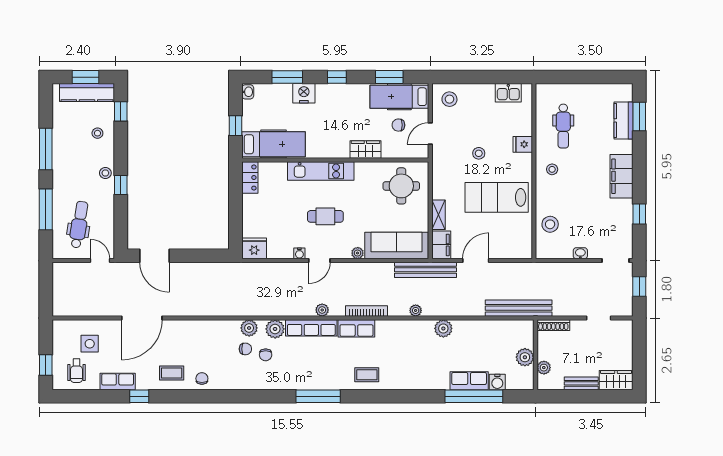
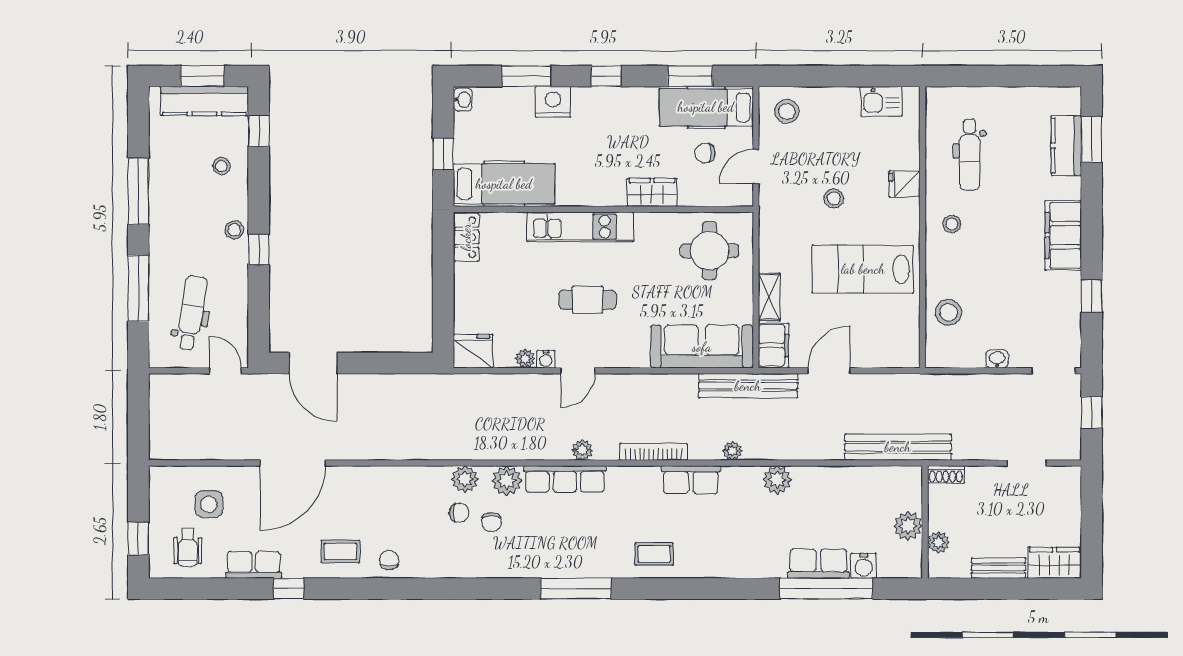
plant: (358, 253) -> (525, 359), moved
shoe rack: (553, 325) -> (946, 474), width x0.70
row of seats: (356, 328) -> (691, 480), moved

